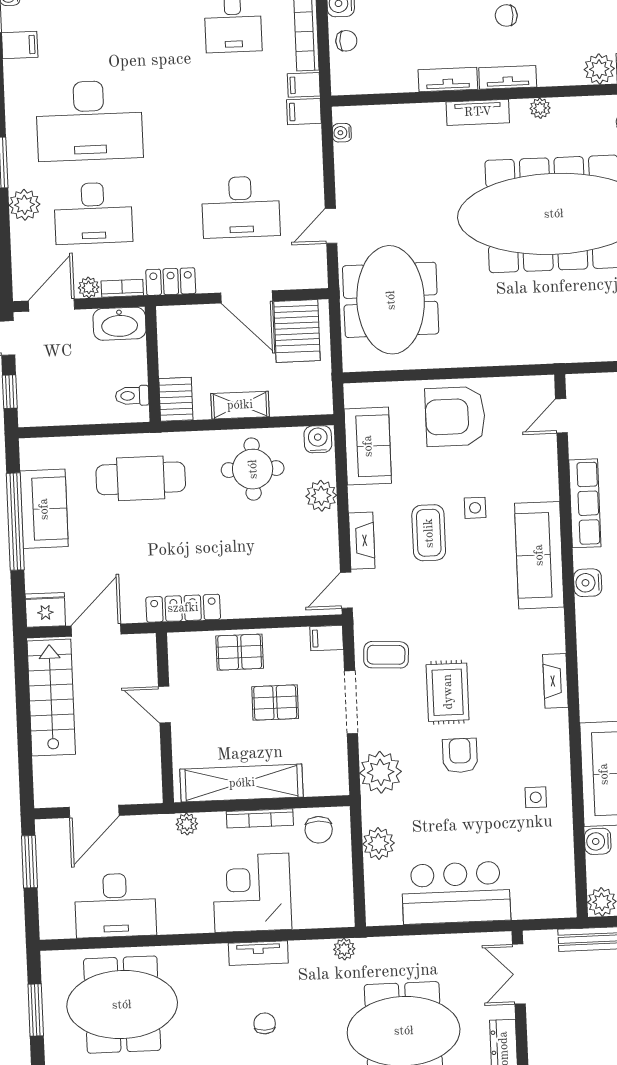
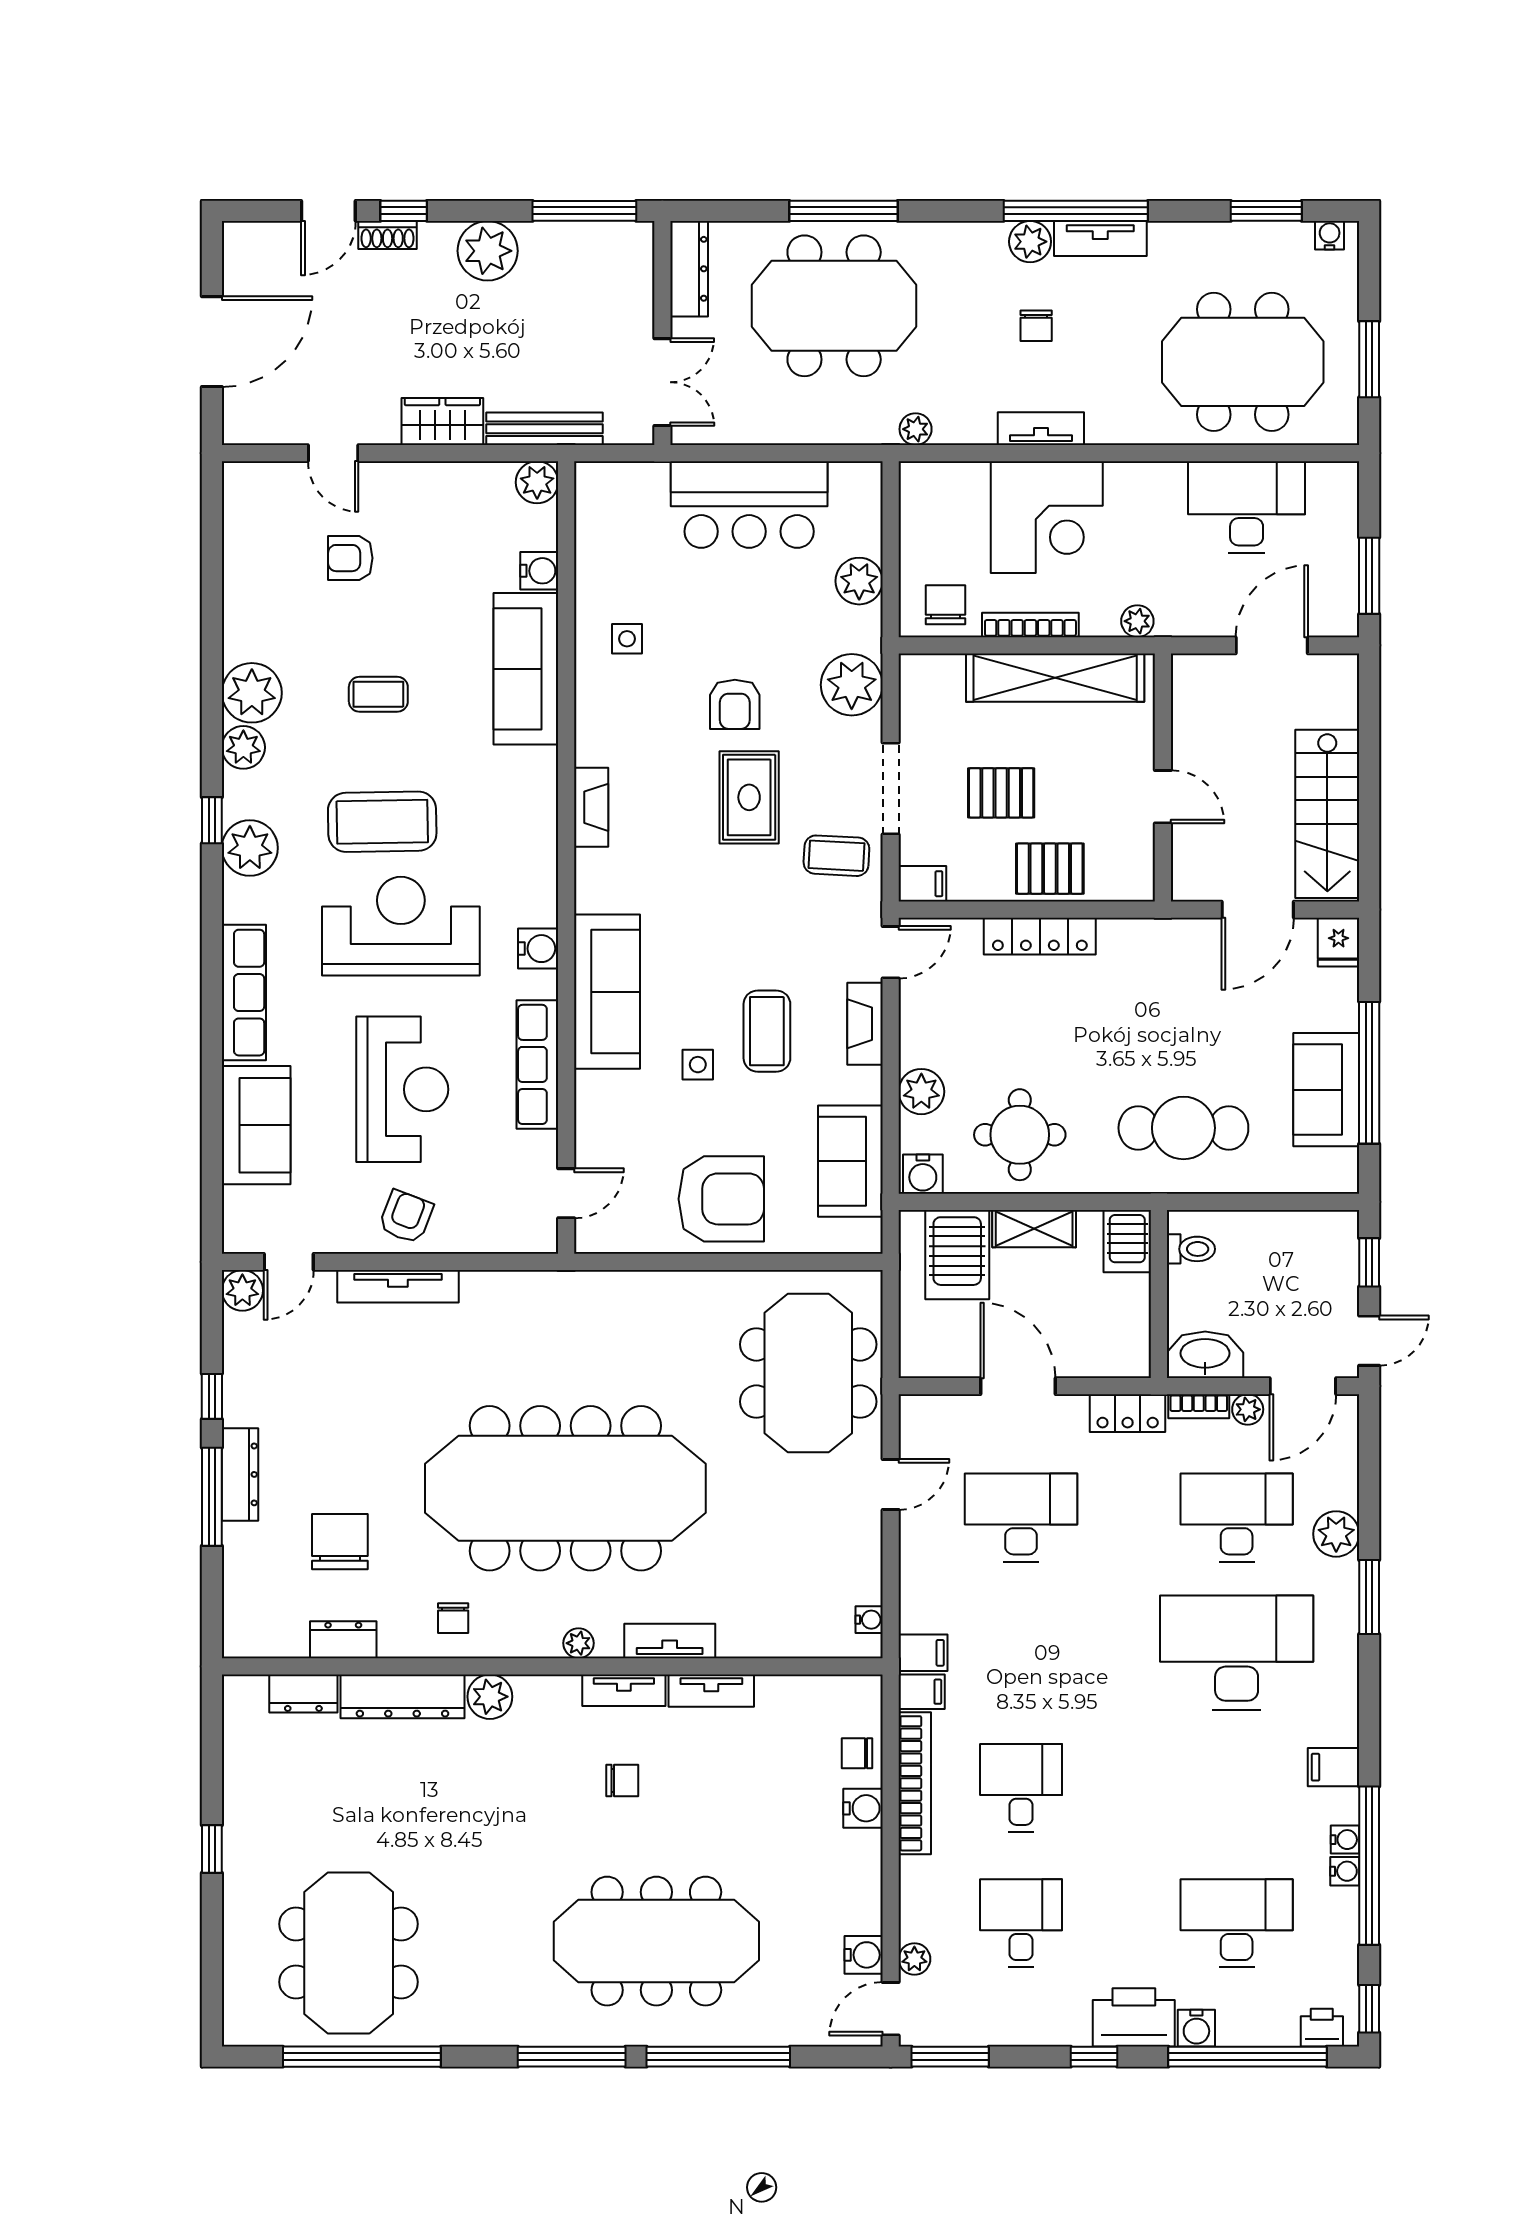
server rack: (297, 331) -> (957, 1255), moved, turned 180
locker: (183, 608) -> (1040, 936), moved
fridge: (45, 610) -> (1338, 942), width x0.72

